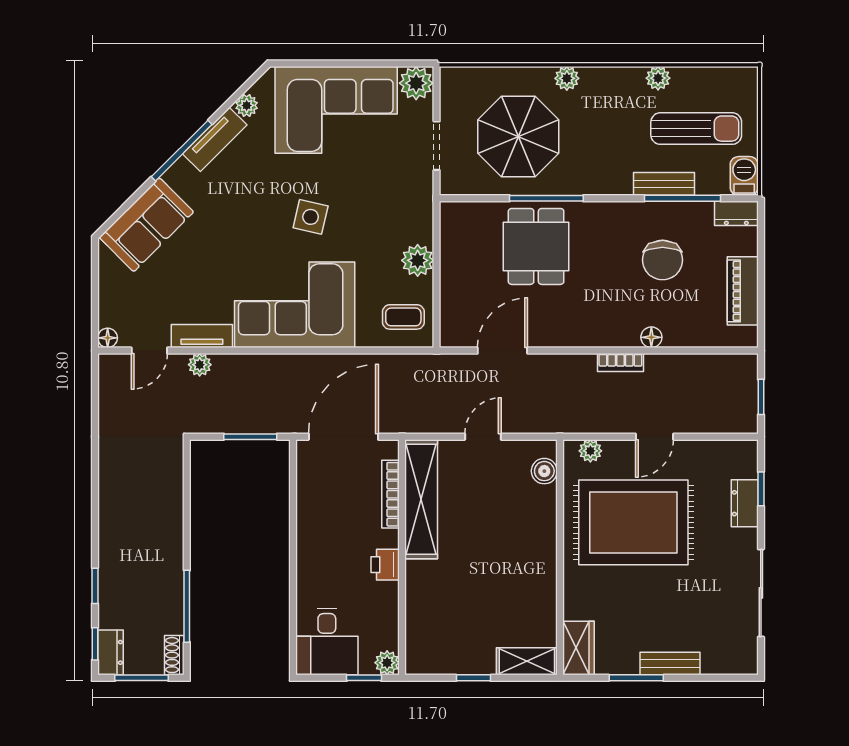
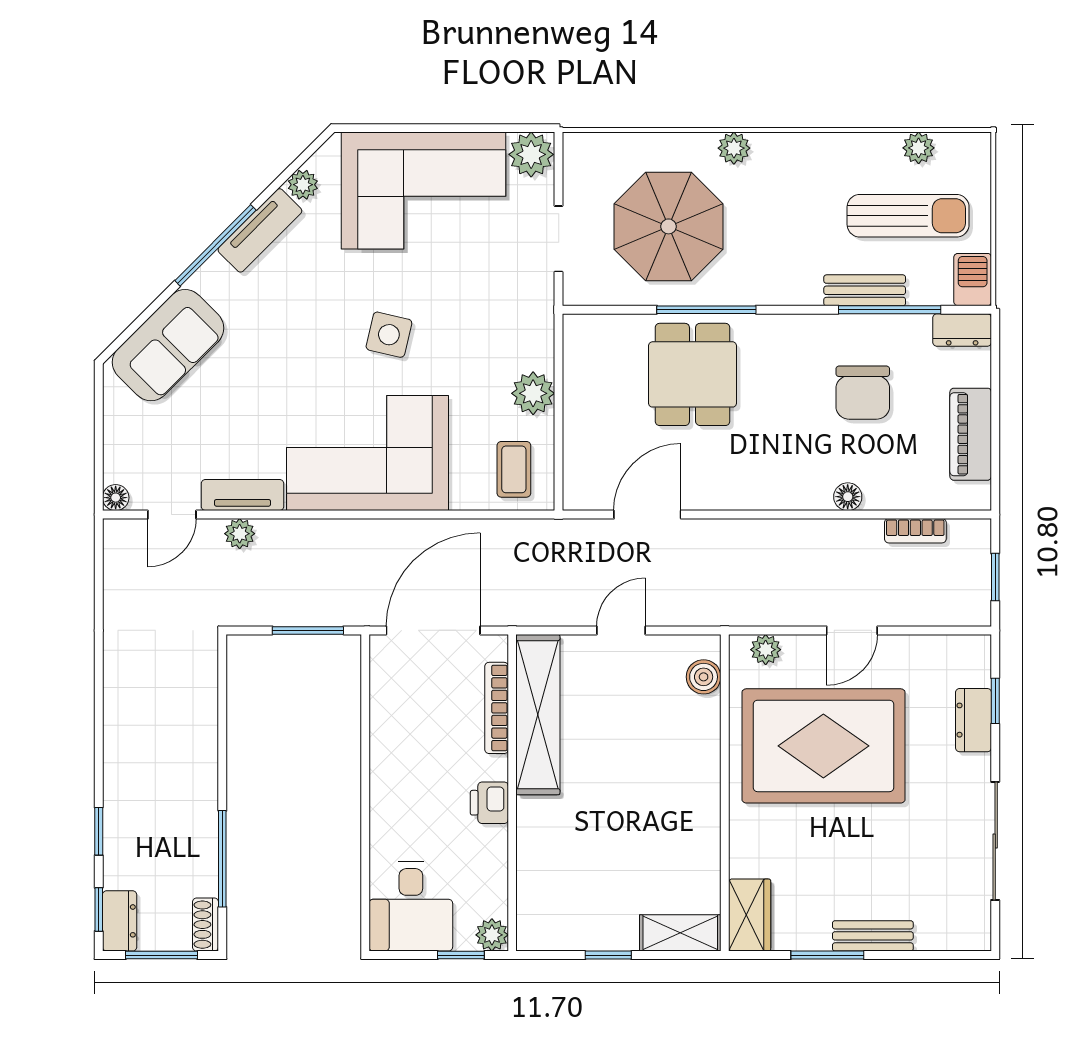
plant: (658, 78) -> (919, 148), moved
coffee table: (403, 317) -> (514, 469), turned 90
bookcase: (620, 363) -> (915, 531), moved

